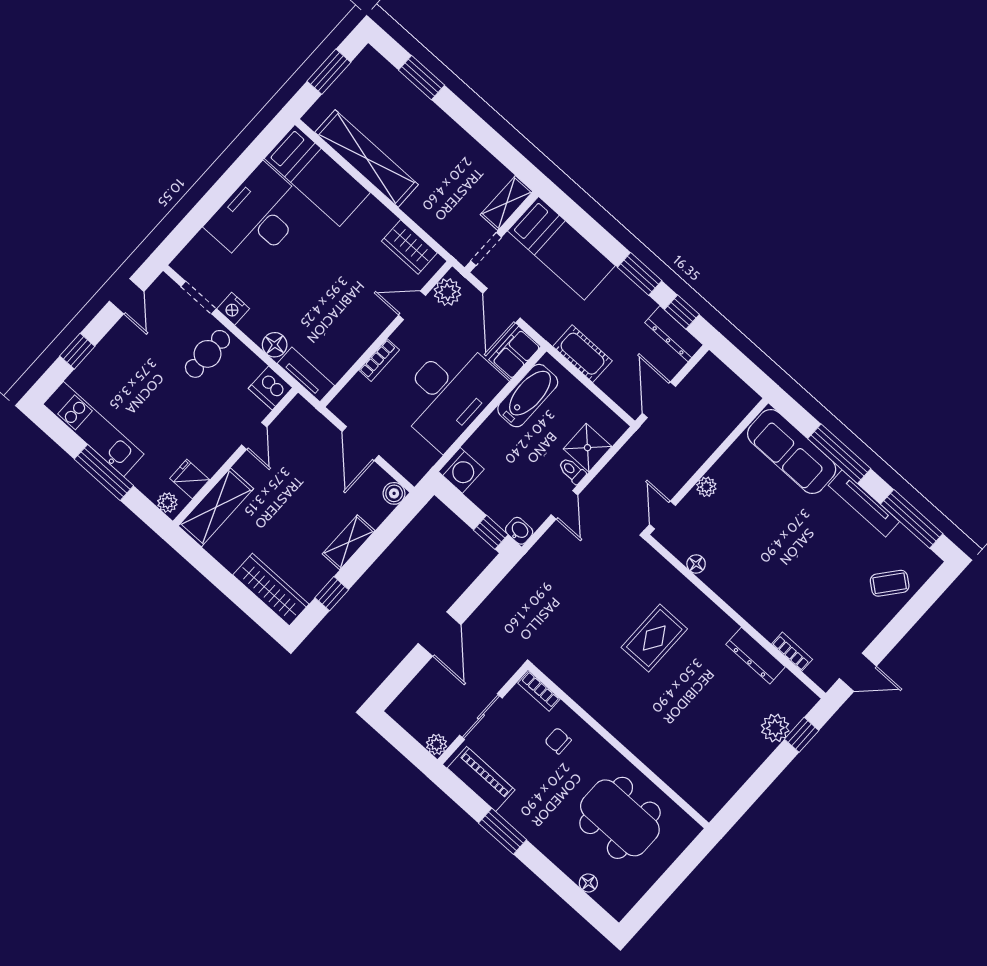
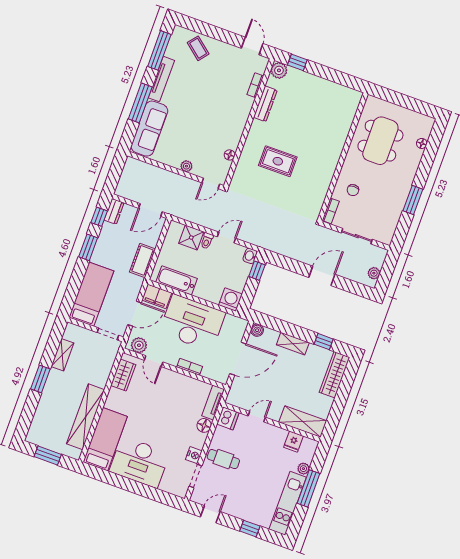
window: (422, 78) -> (40, 379), moved
shelving: (507, 203) -> (62, 355), moved, turned 90
dresser: (674, 334) -> (114, 211), width x0.70
door: (361, 444) -> (238, 359), width x1.36
plant: (167, 503) -> (303, 469), moved
plant: (775, 728) -> (279, 70), moved
plant: (437, 744) -> (374, 273), moved
piano: (481, 779) -> (390, 223), removed

